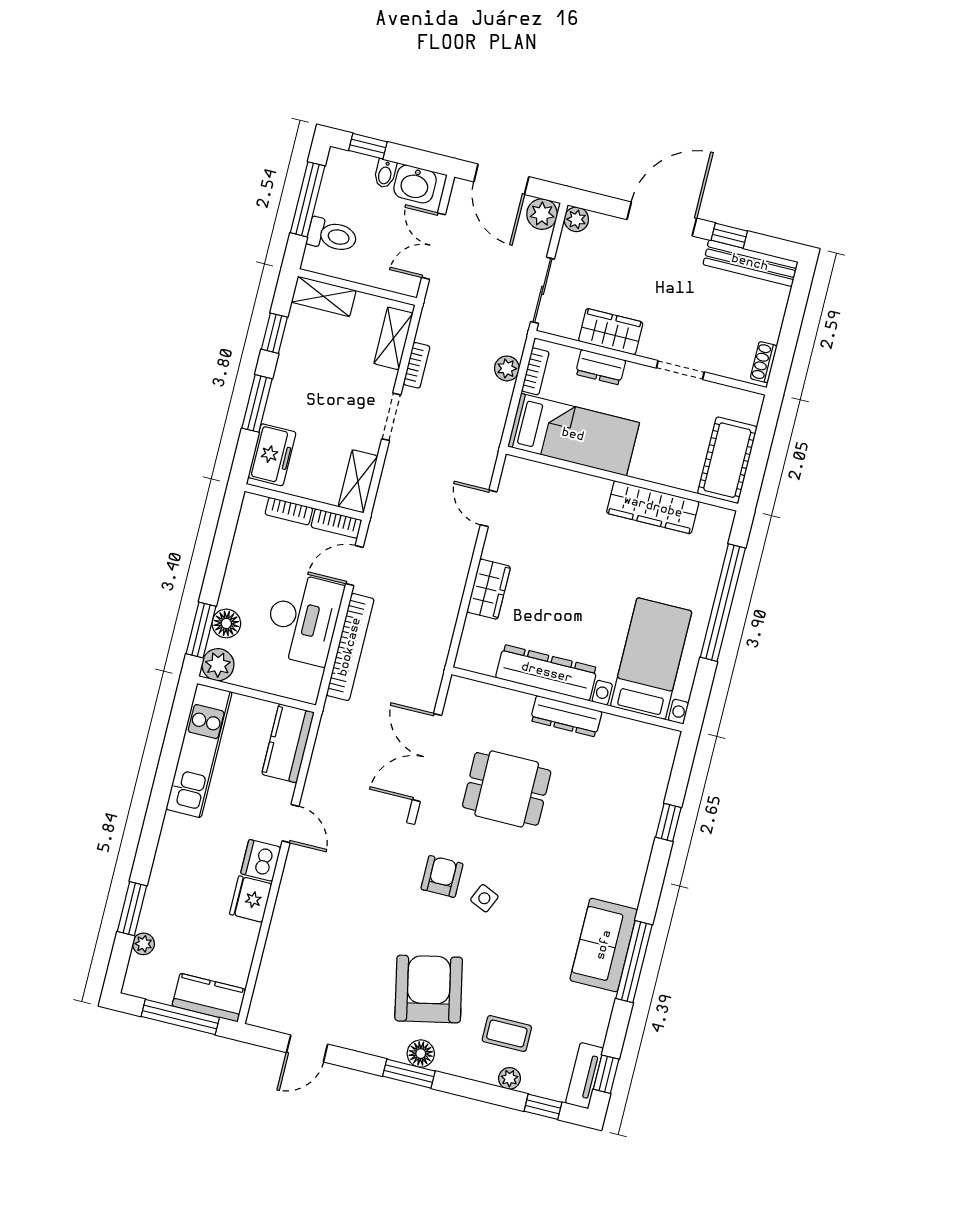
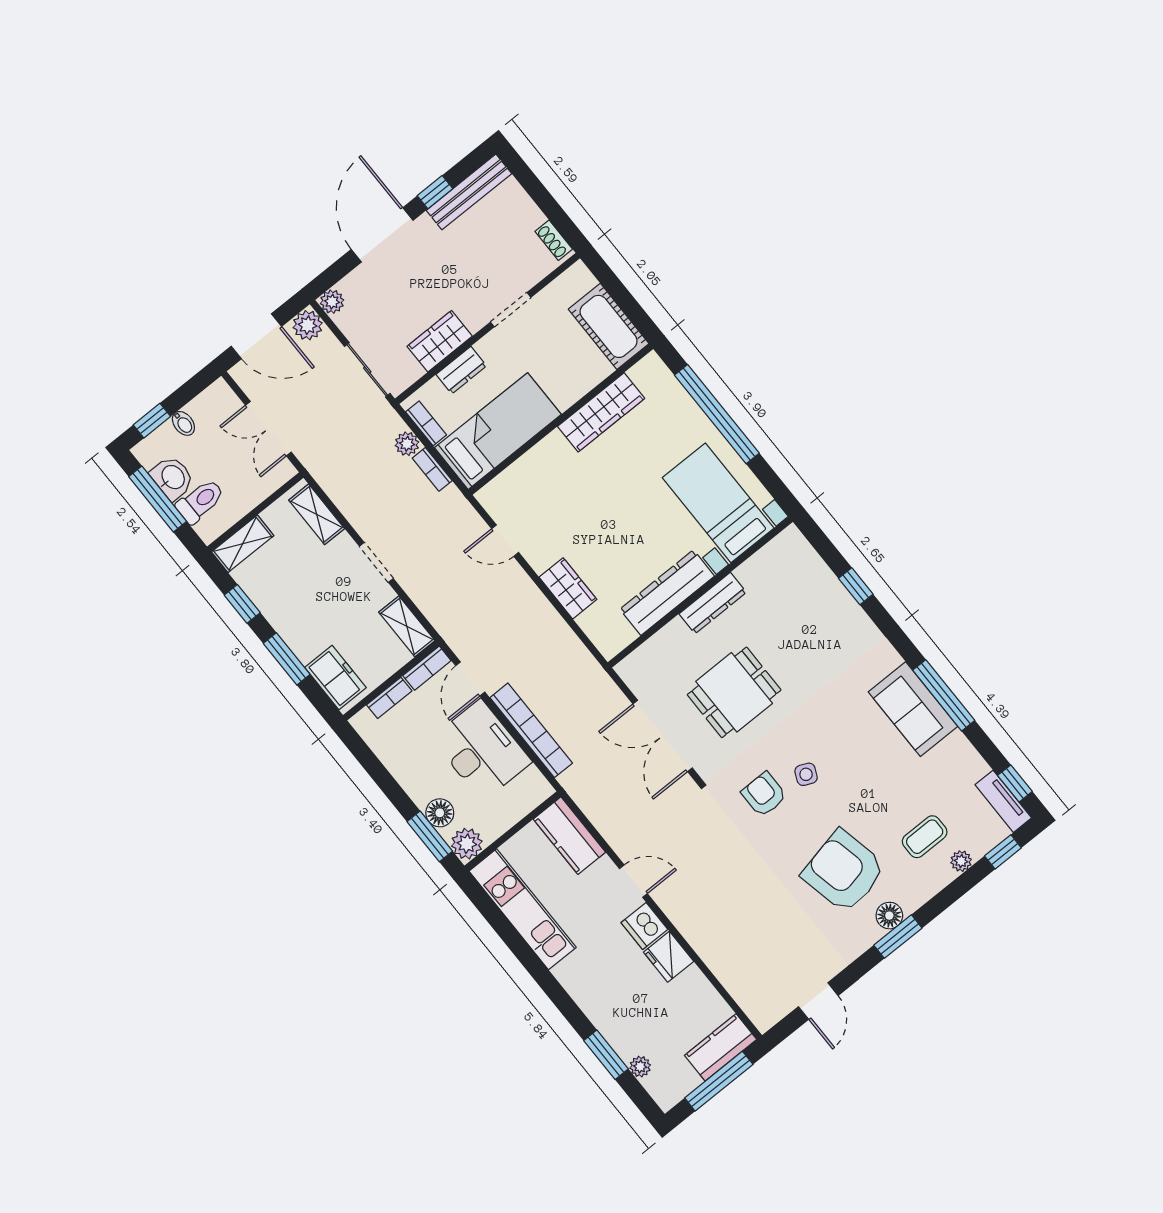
washbasin: (415, 184) -> (172, 478), moved, turned -90
bookcase: (417, 365) -> (432, 469), moved, turned 180

